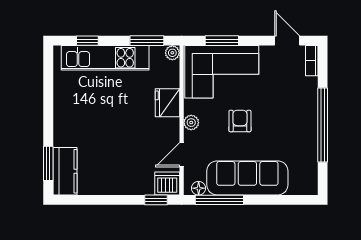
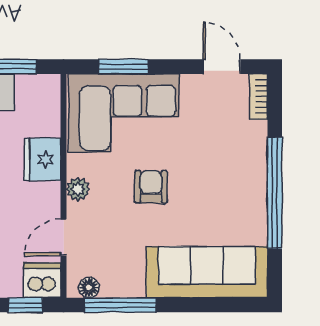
plant: (172, 53) -> (50, 85), removed
sofa: (247, 178) -> (207, 272), moved

